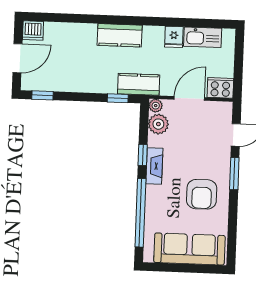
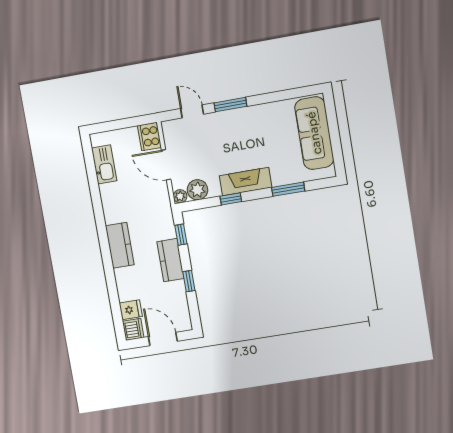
fridge: (174, 37) -> (131, 310), moved
kitchen counter: (139, 84) -> (170, 260), moved
window: (42, 95) -> (189, 281), moved
fireplace: (154, 166) -> (246, 182), width x1.37, depth x1.32
armchair: (202, 194) -> (257, 133), removed
window: (140, 213) -> (288, 189), width x0.47

